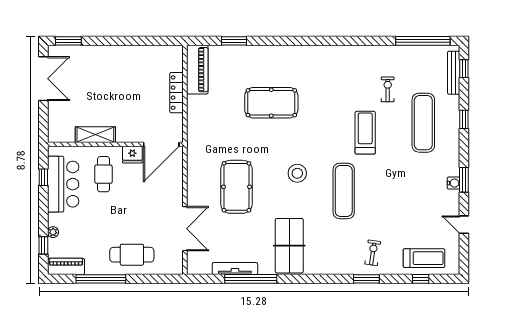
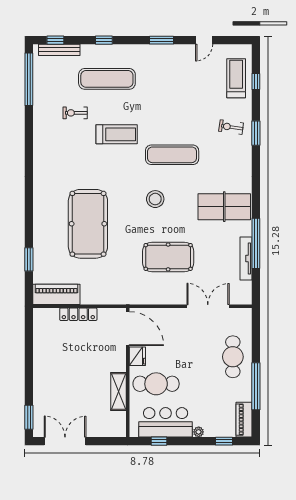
pool table: (271, 103) -> (88, 224), width x1.36, depth x1.32
treadmill: (365, 133) -> (117, 134), turned 180
cafe table: (103, 174) -> (156, 384), width x1.37, depth x1.35
water cooler: (454, 183) -> (165, 50), removed
plant: (53, 232) -> (199, 432), moved

